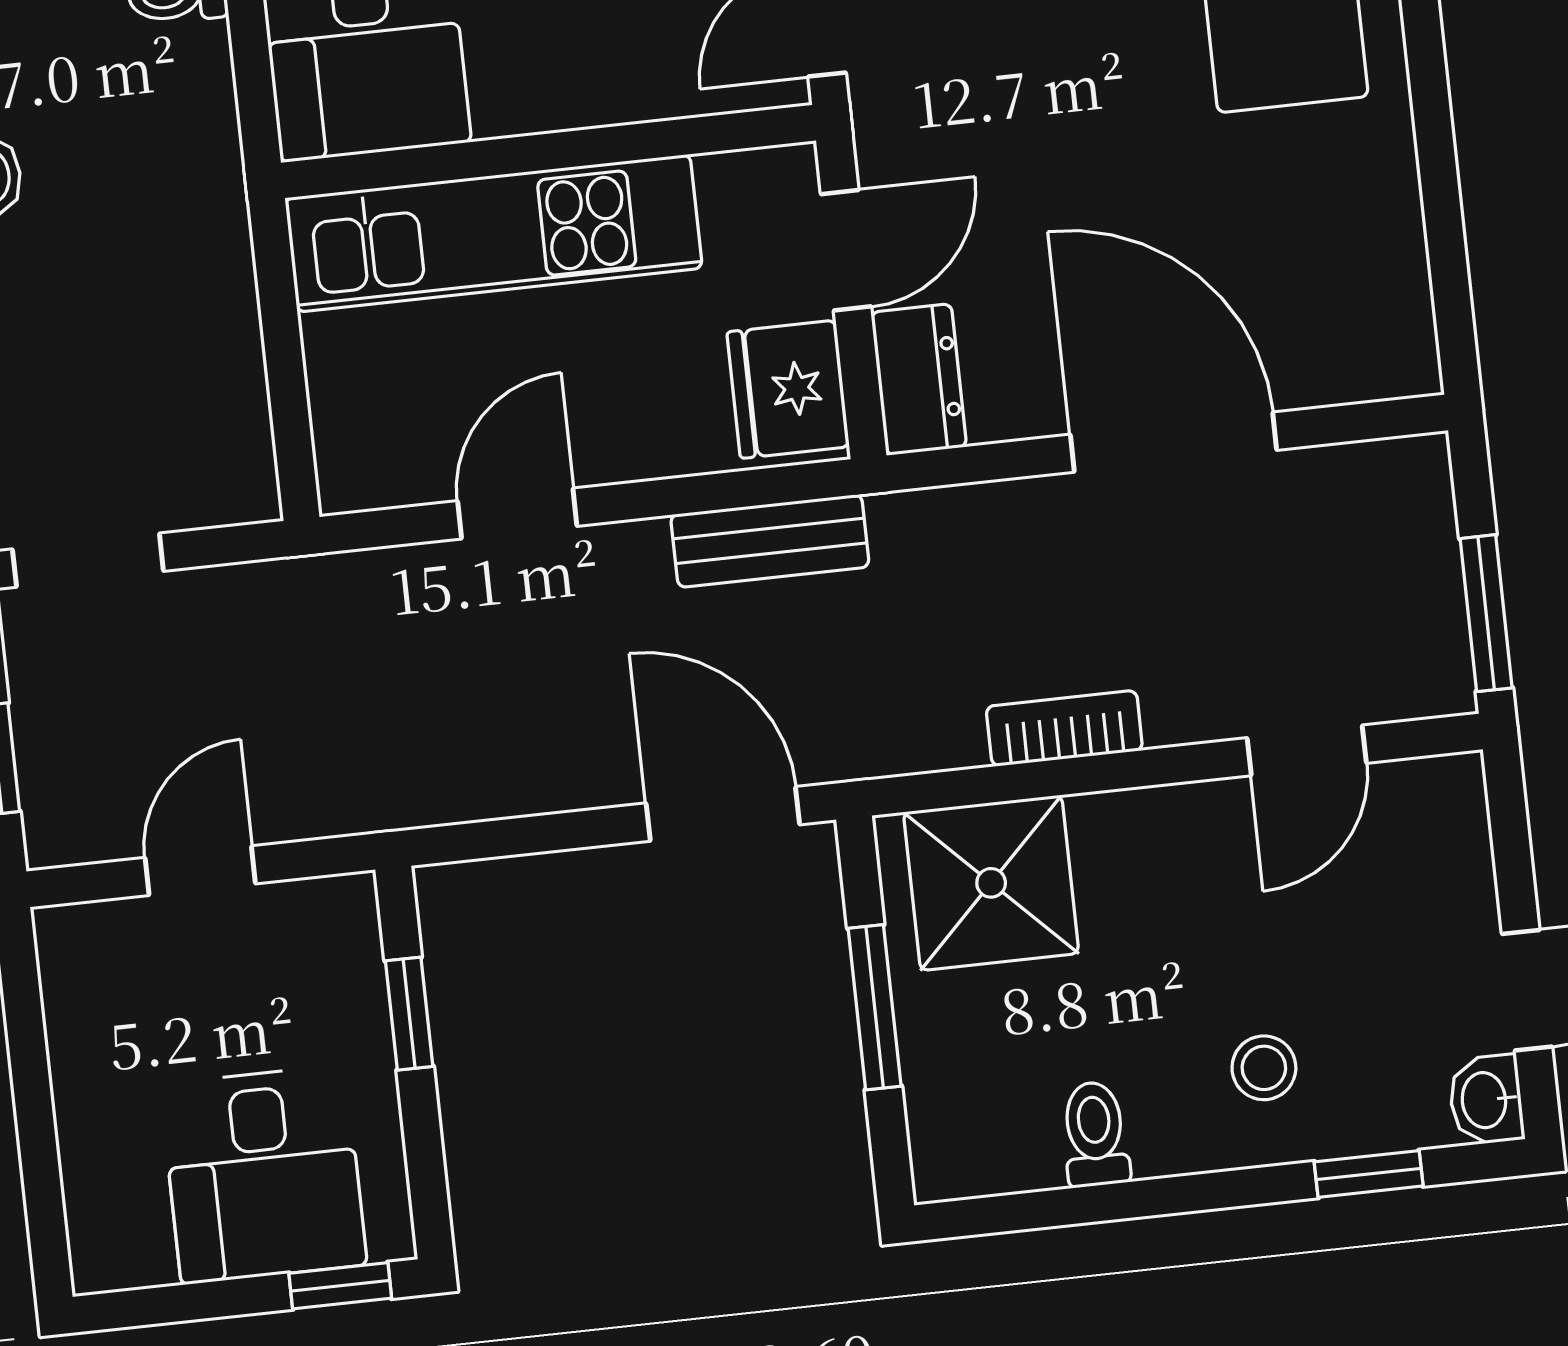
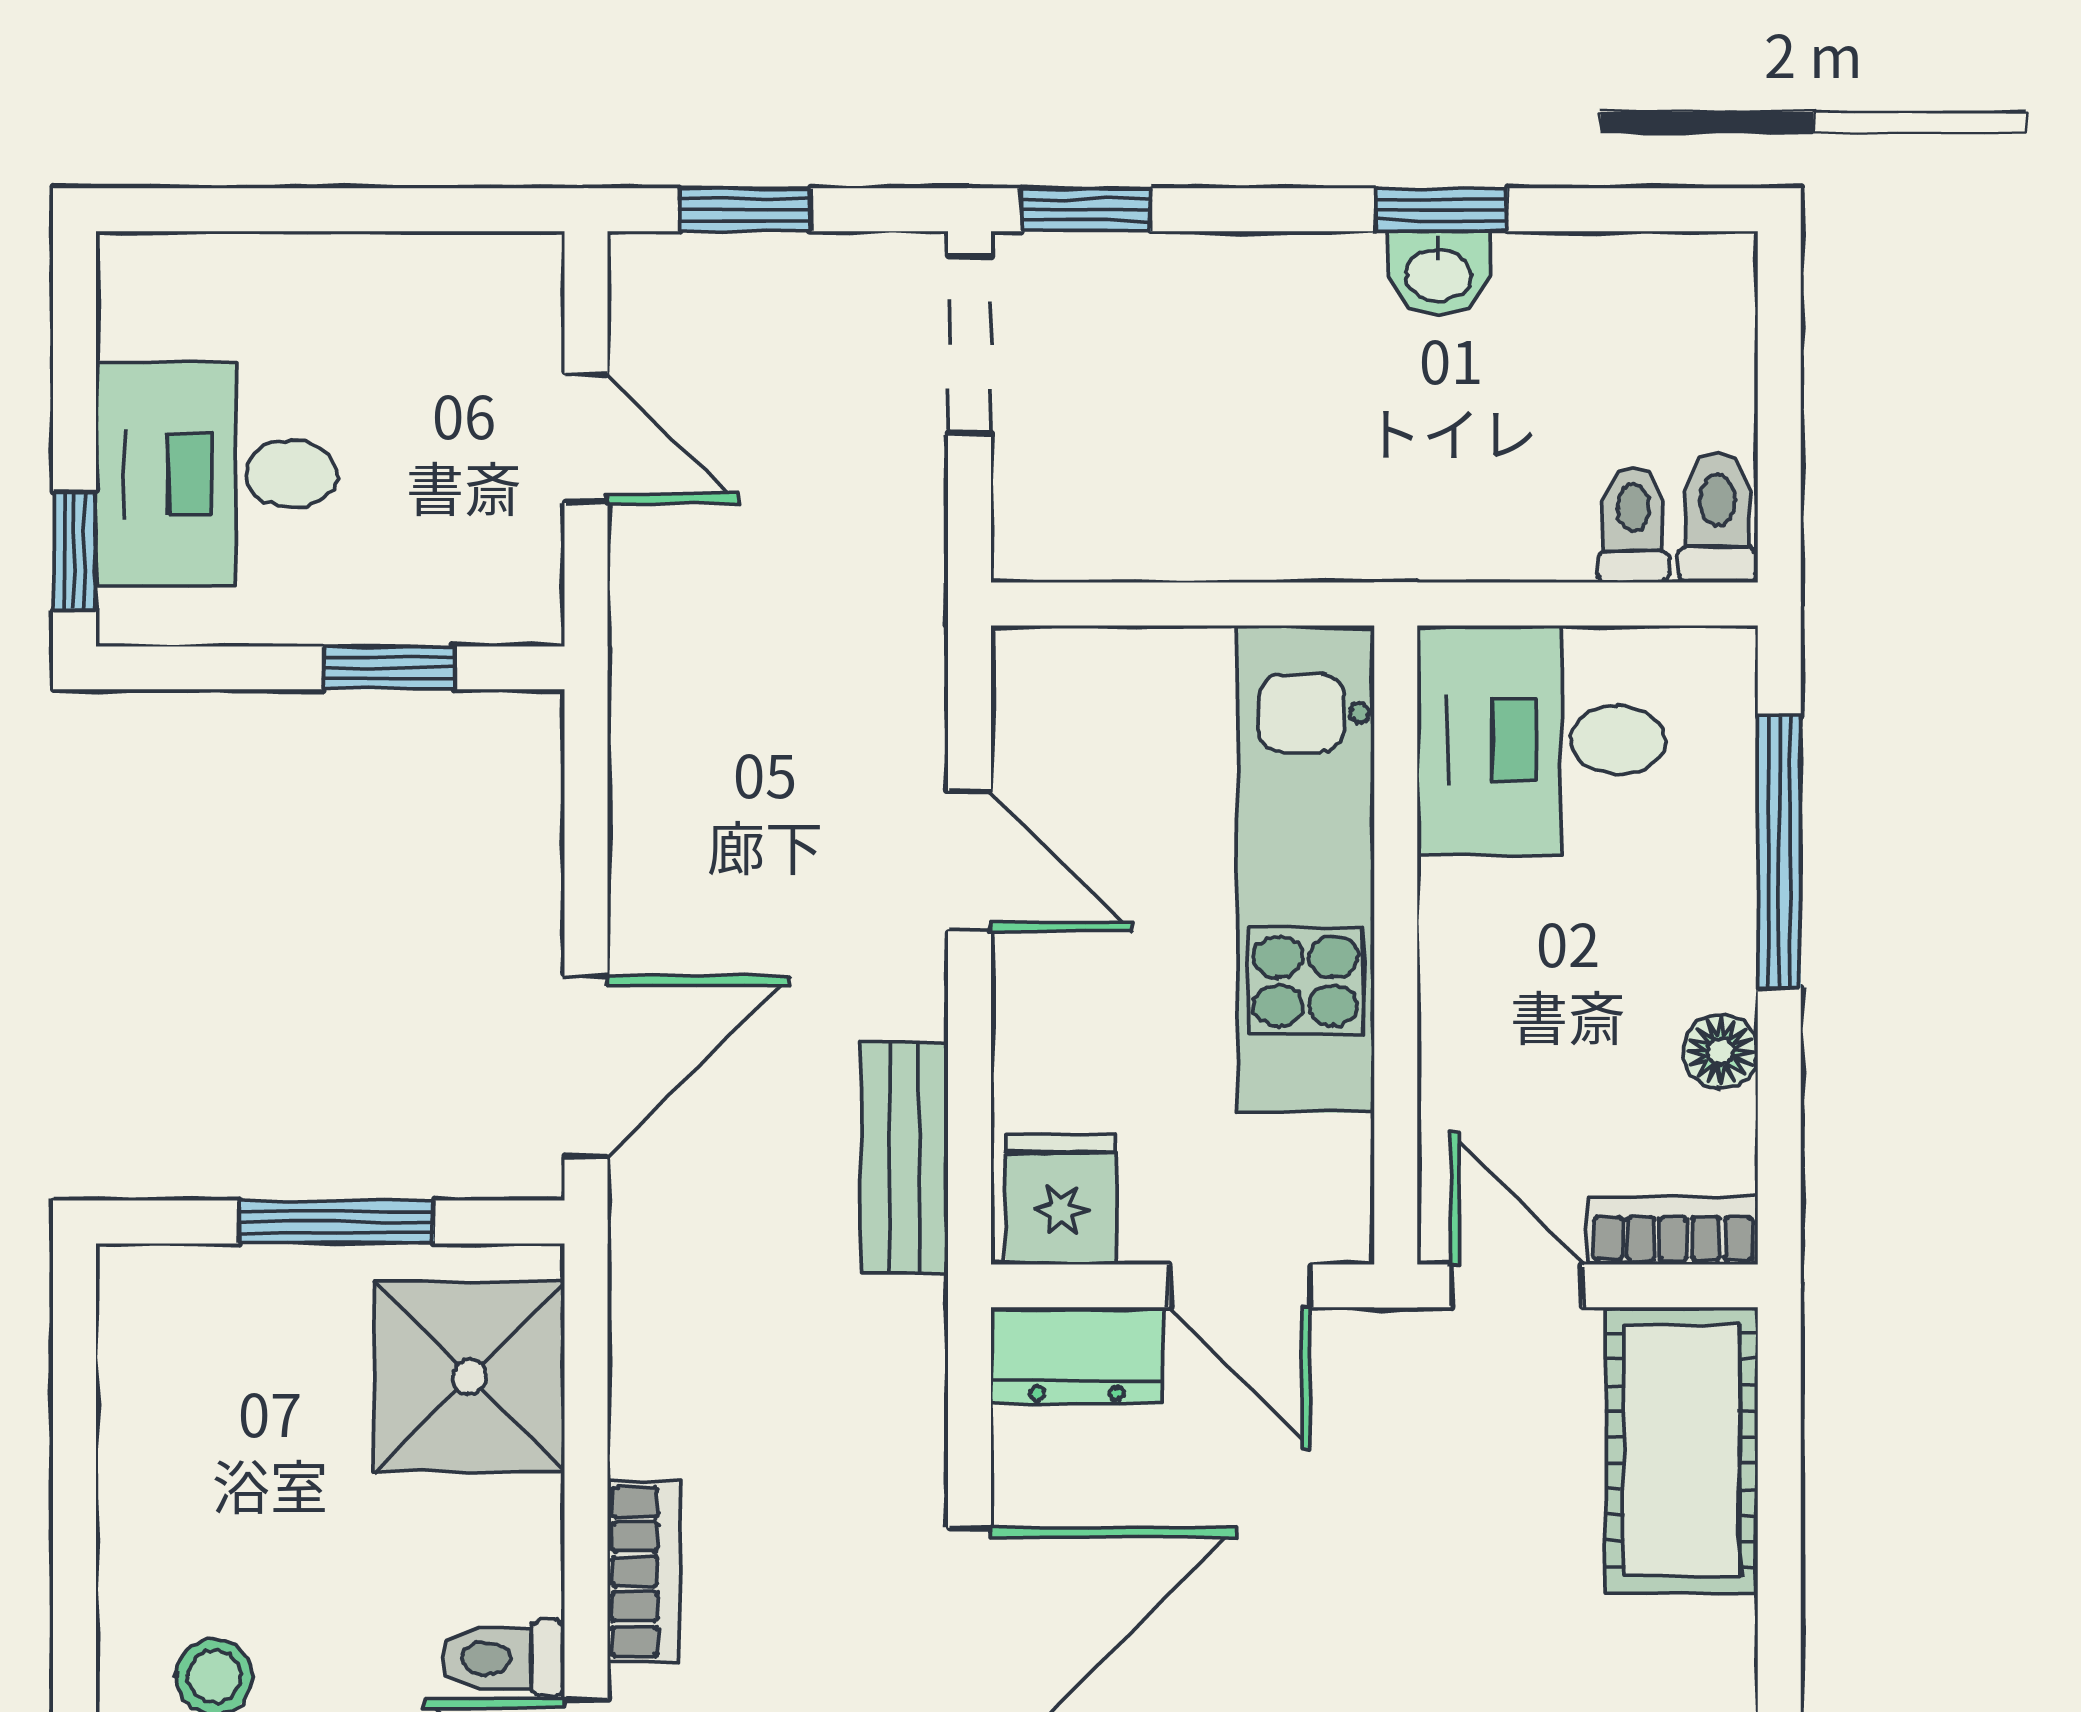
fridge: (788, 389) -> (1061, 1199), width x0.72
bookcase: (1064, 728) -> (643, 1572), moved
toilet: (1095, 1134) -> (503, 1658), moved, turned 180

